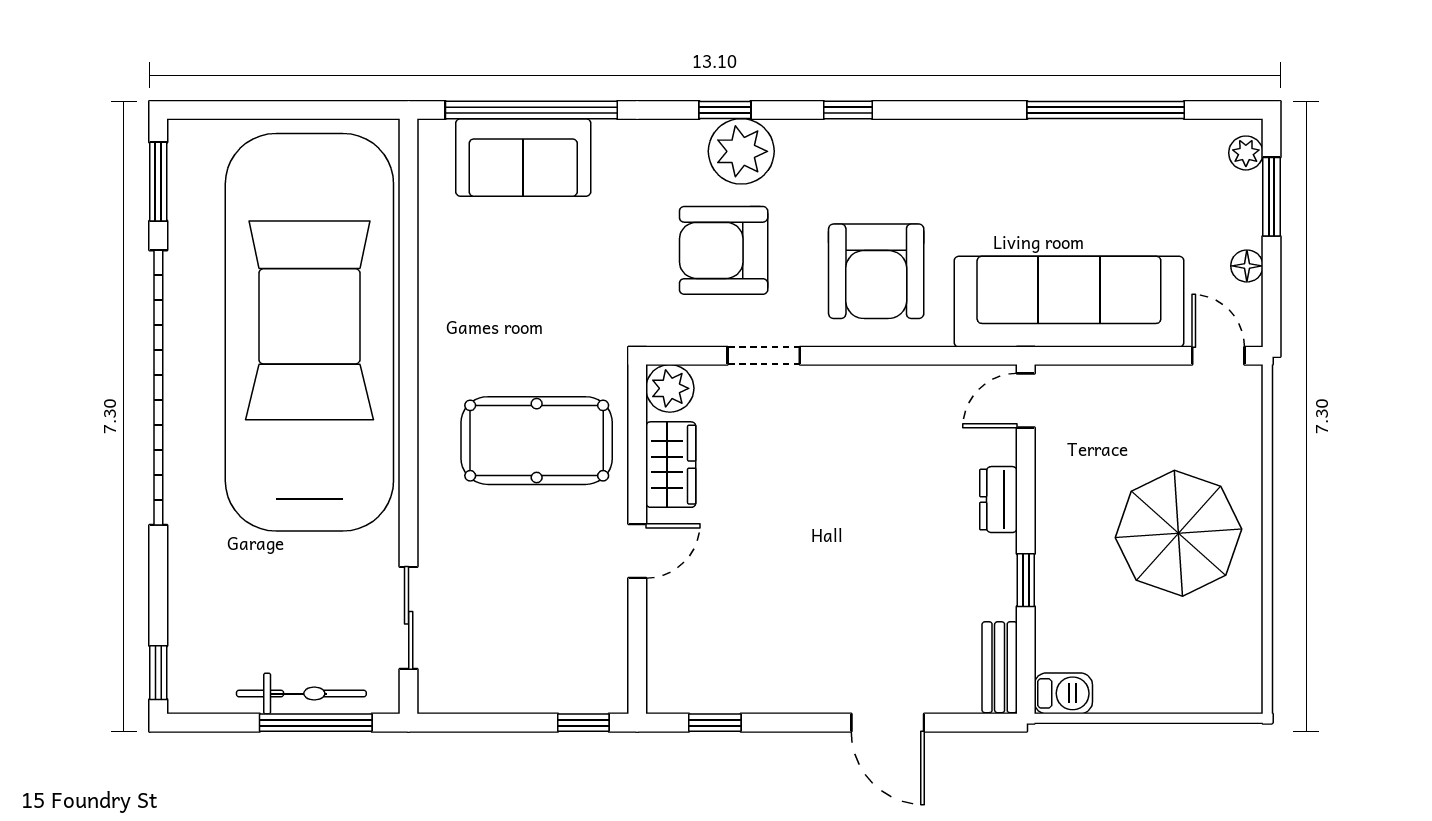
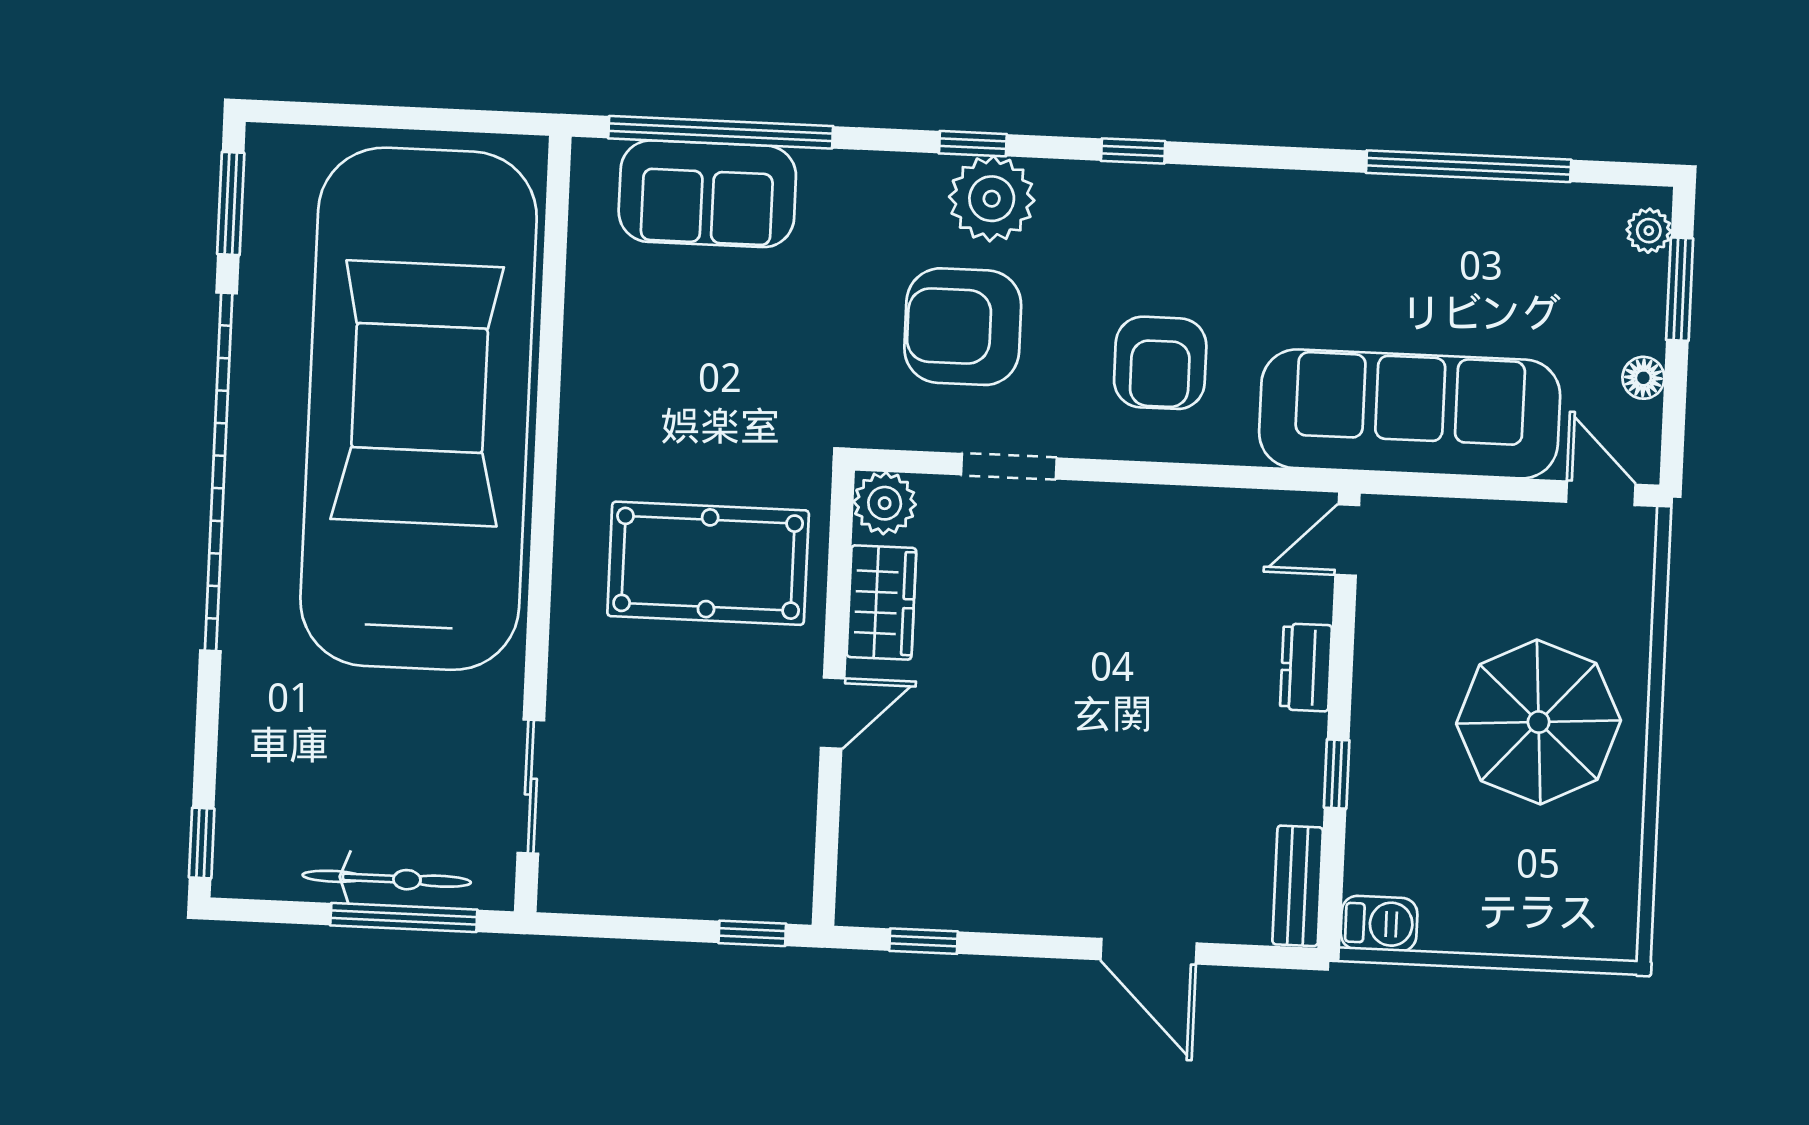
armchair: (876, 271) -> (1160, 363), width x0.73, depth x0.73

